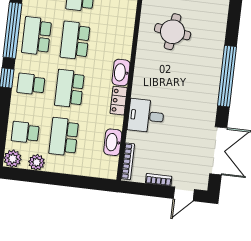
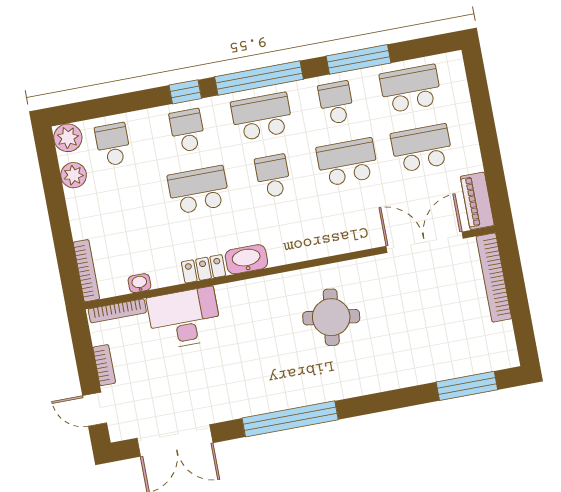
school desk: (75, 40) -> (273, 176), width x0.54
desk: (146, 116) -> (184, 318), width x1.37
school desk: (64, 137) -> (124, 204), removed
washbasin: (113, 142) -> (139, 283), width x0.52, depth x0.69
bookcase: (97, 173) -> (86, 271), added

